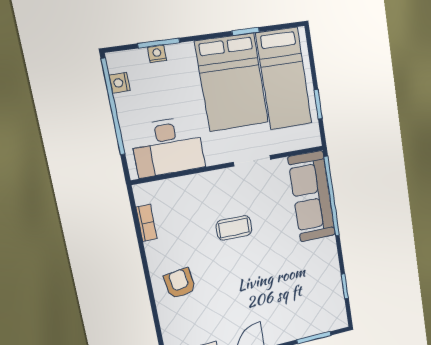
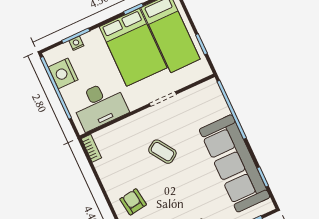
nightstand: (120, 83) -> (63, 73), width x1.89, depth x1.79
sofa: (312, 196) -> (235, 163), moved, width x1.36, depth x1.27
bookcase: (146, 223) -> (91, 148), moved
coffee table: (234, 228) -> (162, 152), turned 56

